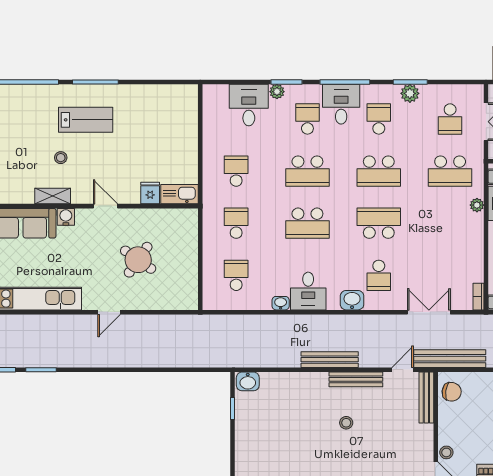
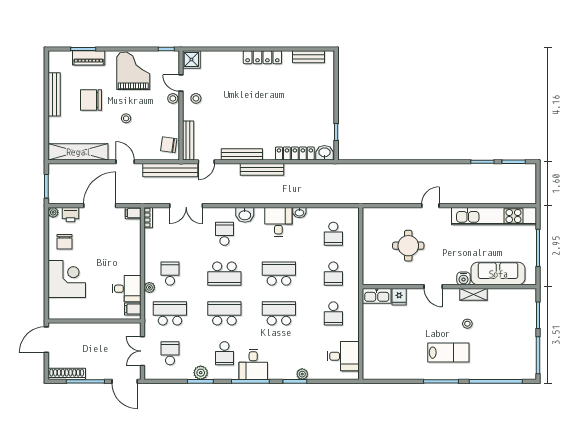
desk: (249, 105) -> (343, 356), moved, turned -90
school desk: (307, 119) -> (170, 274), moved, turned 180
lab bench: (86, 120) -> (448, 353), turned 180
round table: (138, 260) -> (408, 246), turned -35
locker: (287, 381) -> (295, 153), added
stool: (346, 423) -> (196, 98), moved

